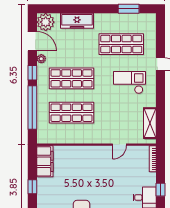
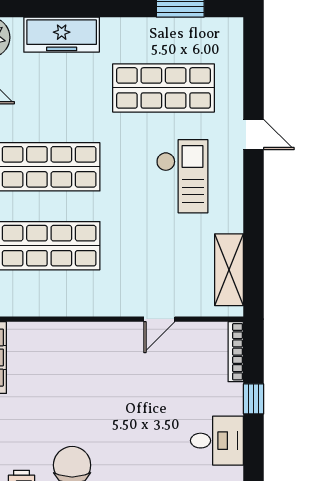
checkout: (129, 82) -> (182, 176), turned 90
window: (160, 190) -> (254, 399), moved

